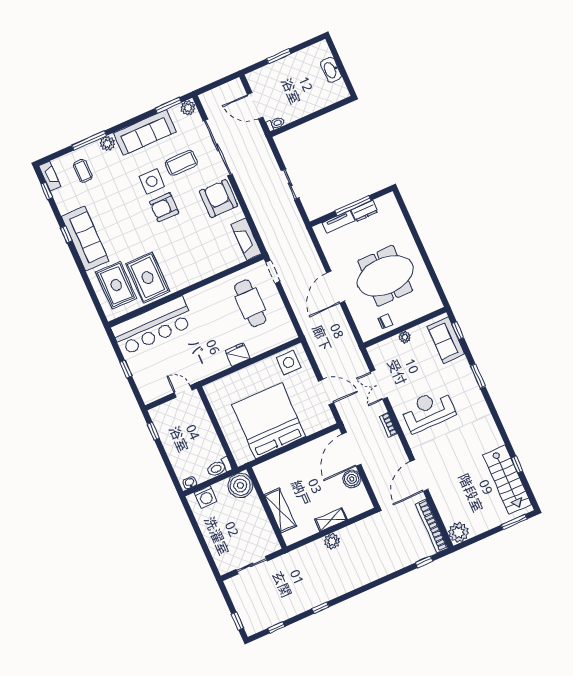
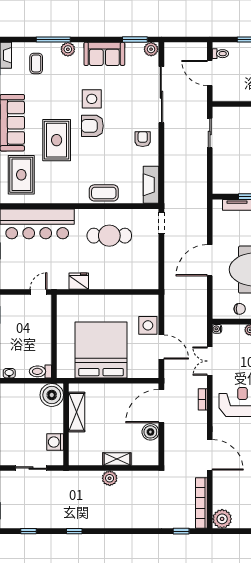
toilet: (276, 124) -> (220, 54), moved
sofa: (145, 132) -> (104, 54), width x0.73
coffee table: (181, 163) -> (104, 193), moved
sliding door: (290, 184) -> (210, 133), moved
armchair: (218, 198) -> (143, 139), width x0.53, depth x0.53
rug: (148, 278) -> (57, 140), moved
cafe table: (250, 303) -> (109, 236), moved, turned 90
water cooler: (372, 350) -> (217, 329), added
fridge: (238, 355) -> (79, 281), moved
side table: (289, 362) -> (148, 325), moved
door: (183, 391) -> (38, 292), hinge flipped
door: (419, 476) -> (210, 455), swing flipped
washing machine: (206, 497) -> (55, 442), moved, turned 90
shelving: (280, 510) -> (77, 412), moved

